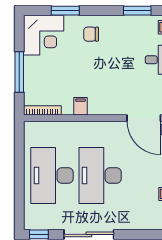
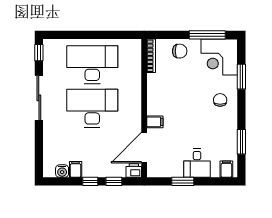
window: (19, 72) -> (207, 35), moved
chair: (37, 79) -> (180, 51), added
filing cabinet: (81, 106) -> (155, 122), moved

